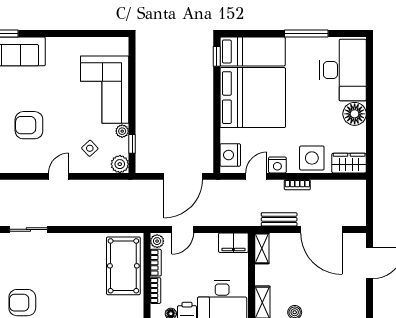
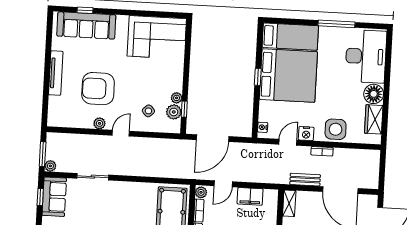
window: (217, 56) -> (258, 77), moved
corner sofa: (105, 90) -> (157, 37), moved, turned -90
armchair: (29, 125) -> (98, 89), width x1.36, depth x1.36
nightstand: (230, 155) -> (263, 127), width x0.53, depth x0.56
wardrobe: (349, 163) -> (374, 119), moved, turned -90
plant: (120, 164) -> (174, 112), moved
plant: (33, 166) -> (99, 123), added
door: (183, 176) -> (213, 138), moved
filing cabinet: (233, 243) -> (250, 196), moved

